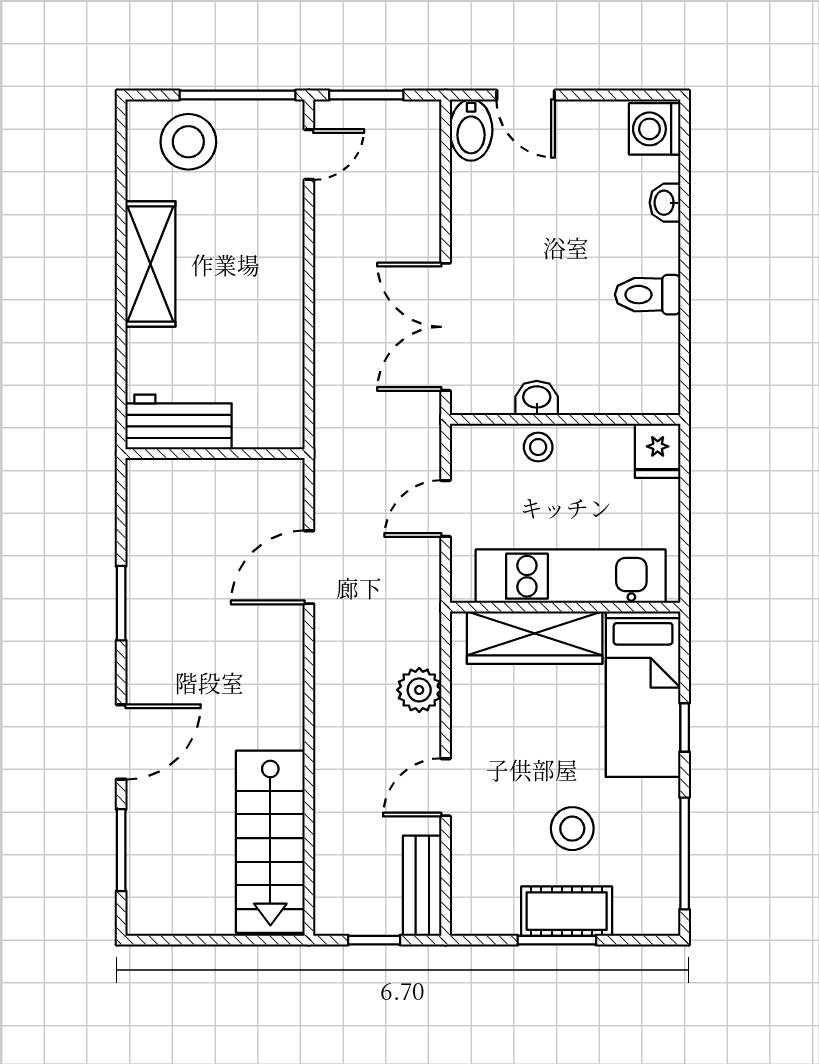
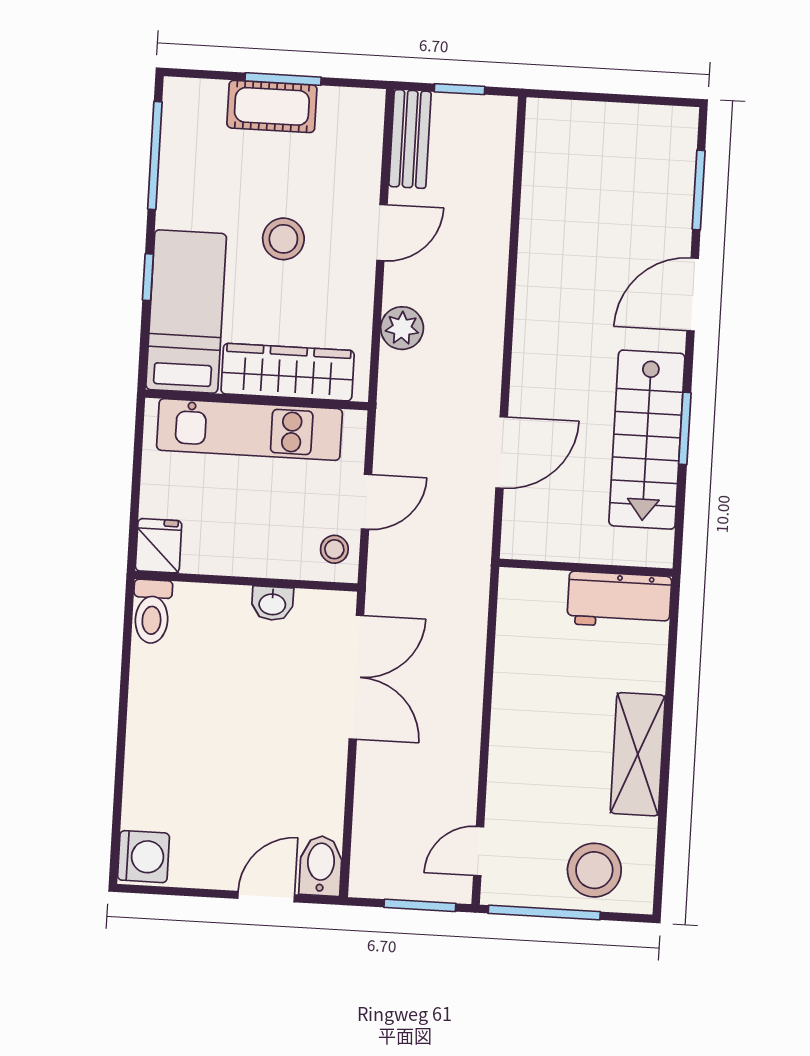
door: (526, 95) -> (266, 897), hinge flipped
washbasin: (665, 203) -> (138, 785), removed
toilet: (648, 295) -> (152, 611), moved, turned 90
stool: (538, 447) -> (334, 549), moved
stool: (572, 829) -> (283, 239), moved
stairs: (270, 842) -> (647, 440), moved, turned 180

